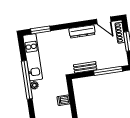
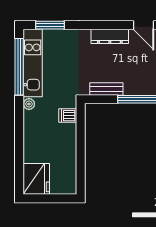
window: (27, 80) -> (19, 67), moved
dishwasher: (63, 100) -> (68, 116), moved

